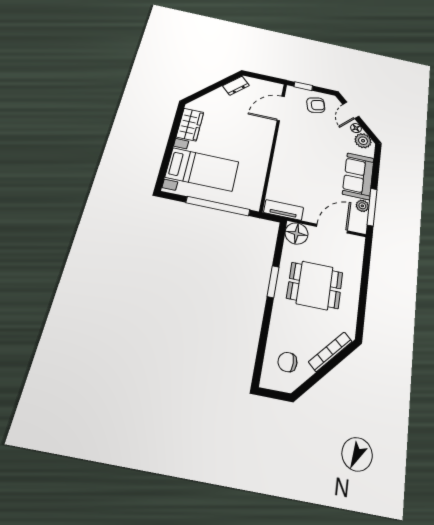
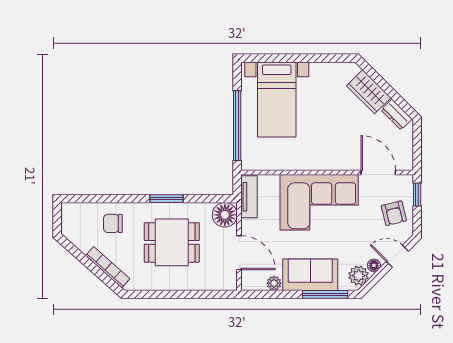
wardrobe: (190, 125) -> (369, 92), moved, turned 45
corner sofa: (298, 156) -> (319, 202), added
window: (372, 207) -> (325, 294), moved
dining table: (315, 285) -> (172, 242), turned 90
chair: (288, 362) -> (113, 223), moved, turned -90

